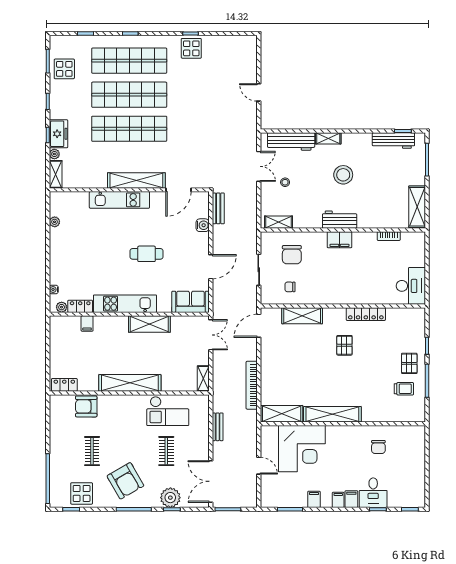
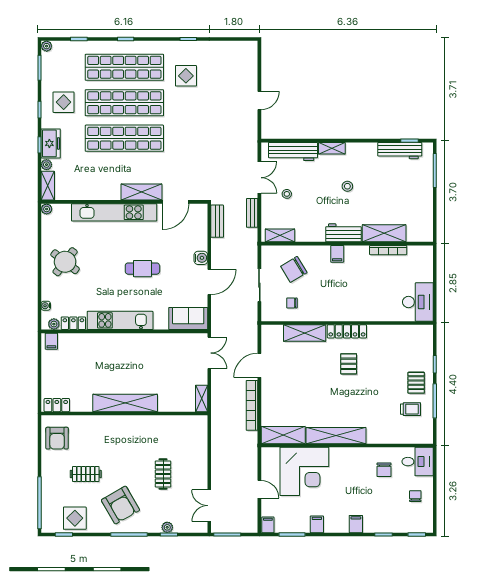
plant: (54, 40) -> (47, 46), added
display table: (191, 48) -> (186, 76), moved
display table: (64, 69) -> (64, 102), moved
door: (259, 92) -> (259, 100), swing flipped
stool: (343, 175) -> (347, 186), width x0.53, depth x0.53
shelving: (136, 180) -> (141, 192), width x0.68
kitchen unit: (119, 200) -> (114, 212), width x1.36
shelving: (417, 207) -> (384, 233), moved, turned 90
plant: (55, 222) -> (47, 209), moved
water cooler: (203, 225) -> (201, 258), moved
bookcase: (389, 236) -> (388, 250), width x1.56
filing cabinet: (340, 240) -> (337, 254), width x0.50
round table: (72, 247) -> (65, 262), added
chair: (292, 255) -> (294, 269), turned 59
locker: (366, 314) -> (347, 331), moved
filing cabinet: (87, 324) -> (51, 341), moved
shelving: (149, 324) -> (145, 342), removed
door: (259, 326) -> (259, 365), moved
armchair: (86, 406) -> (57, 438), moved, turned -90
checkout: (168, 411) -> (165, 432), removed
bench: (218, 427) -> (252, 213), moved
clothes rail: (92, 451) -> (86, 474), turned 90
chair: (408, 472) -> (415, 496), added
double door: (211, 481) -> (209, 506), width x0.73
desk: (373, 493) -> (418, 462), moved, turned -90
plant: (170, 498) -> (167, 527), width x0.53, depth x0.53
filing cabinet: (338, 500) -> (268, 525), moved

